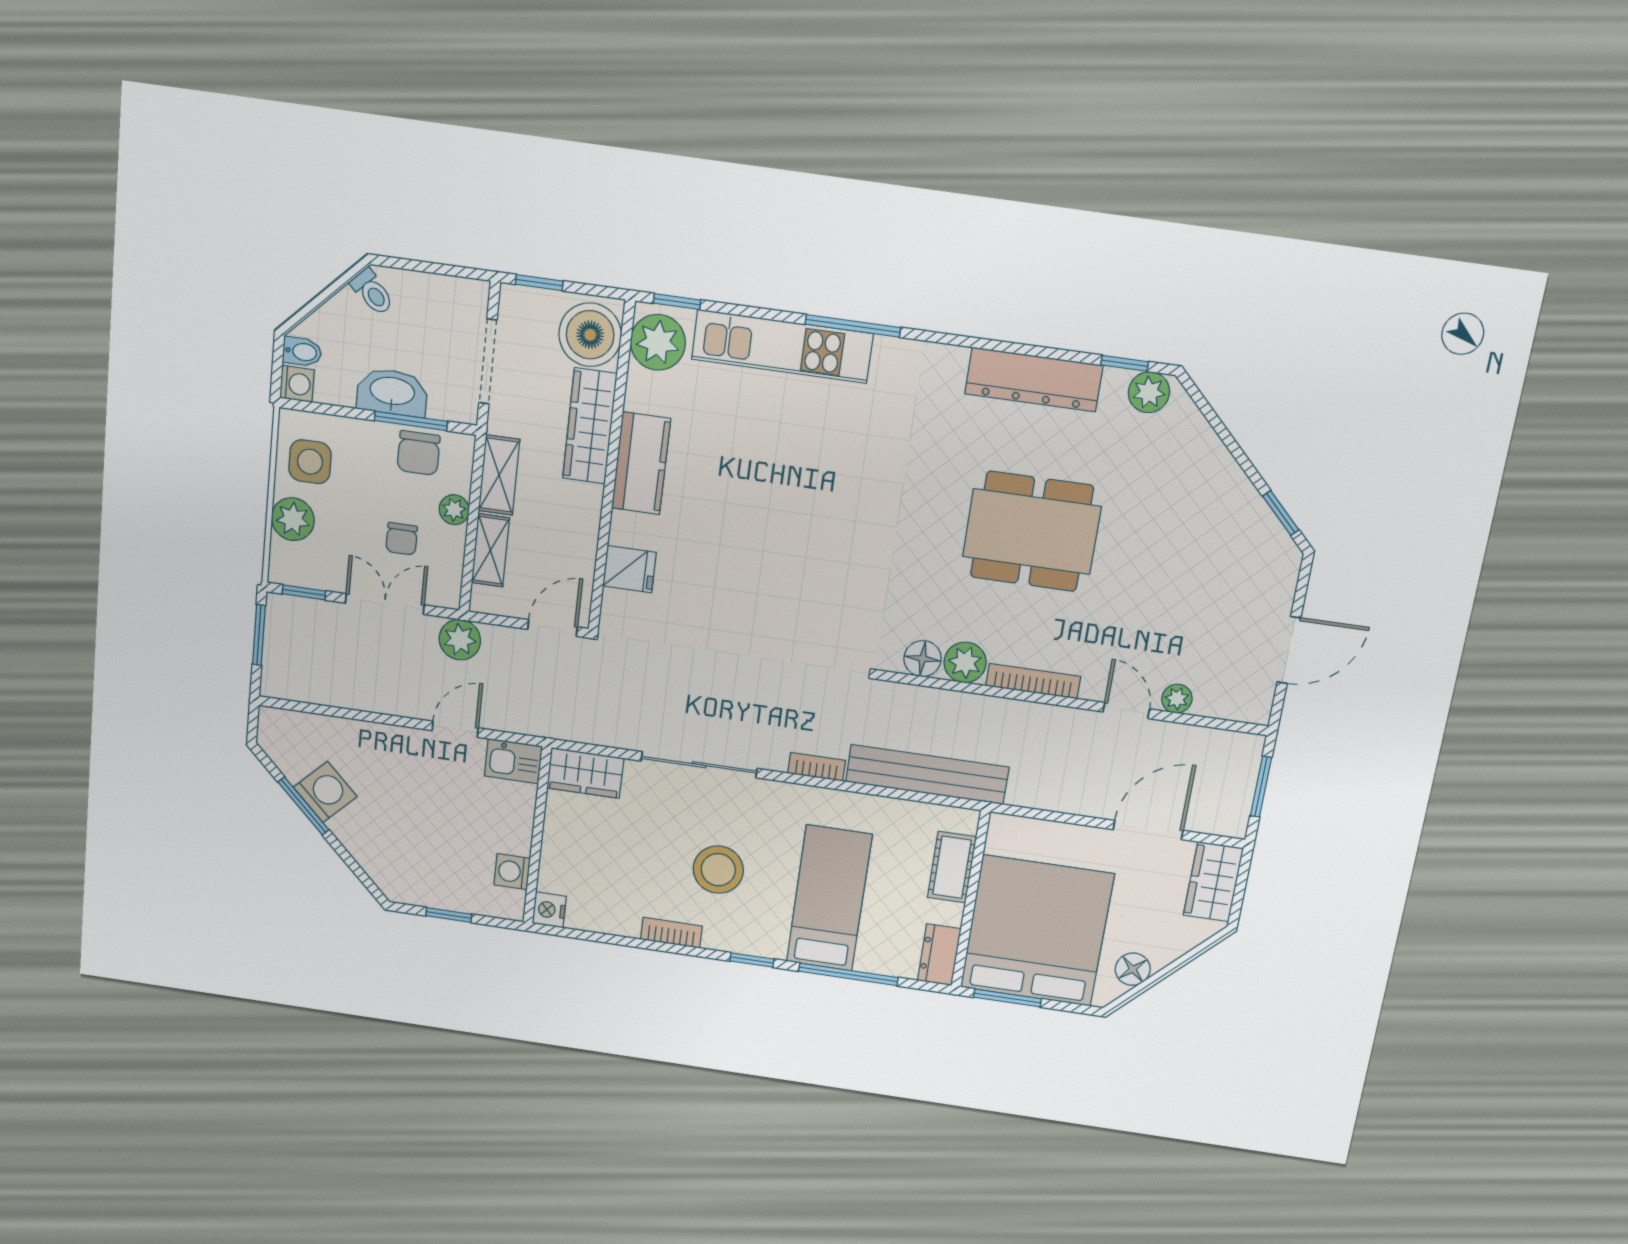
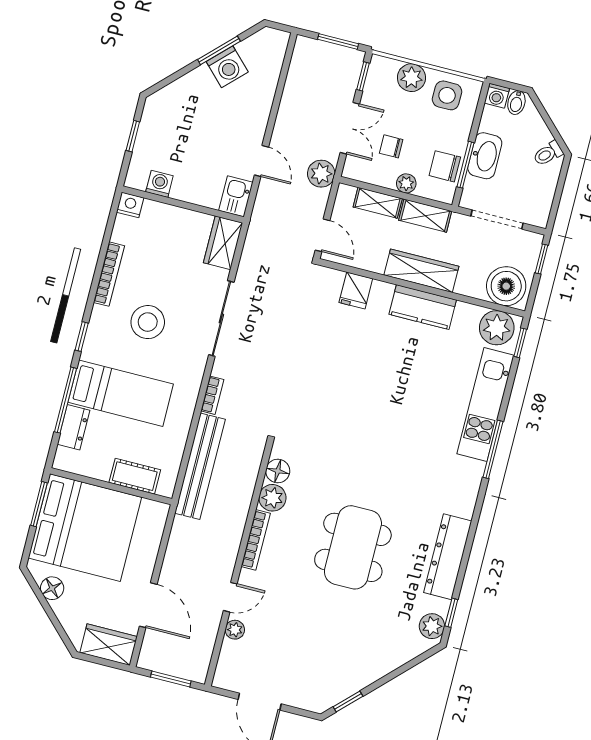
wardrobe: (590, 426) -> (421, 271), moved
bookcase: (671, 933) -> (109, 274), width x1.56
dresser: (939, 955) -> (74, 427), moved, turned 90

